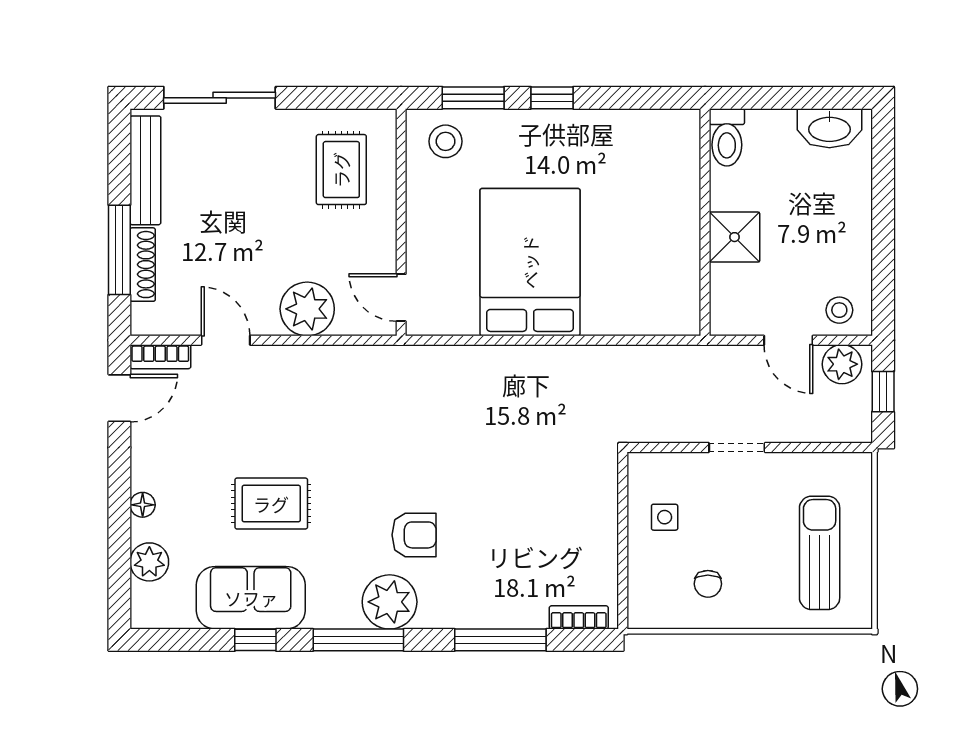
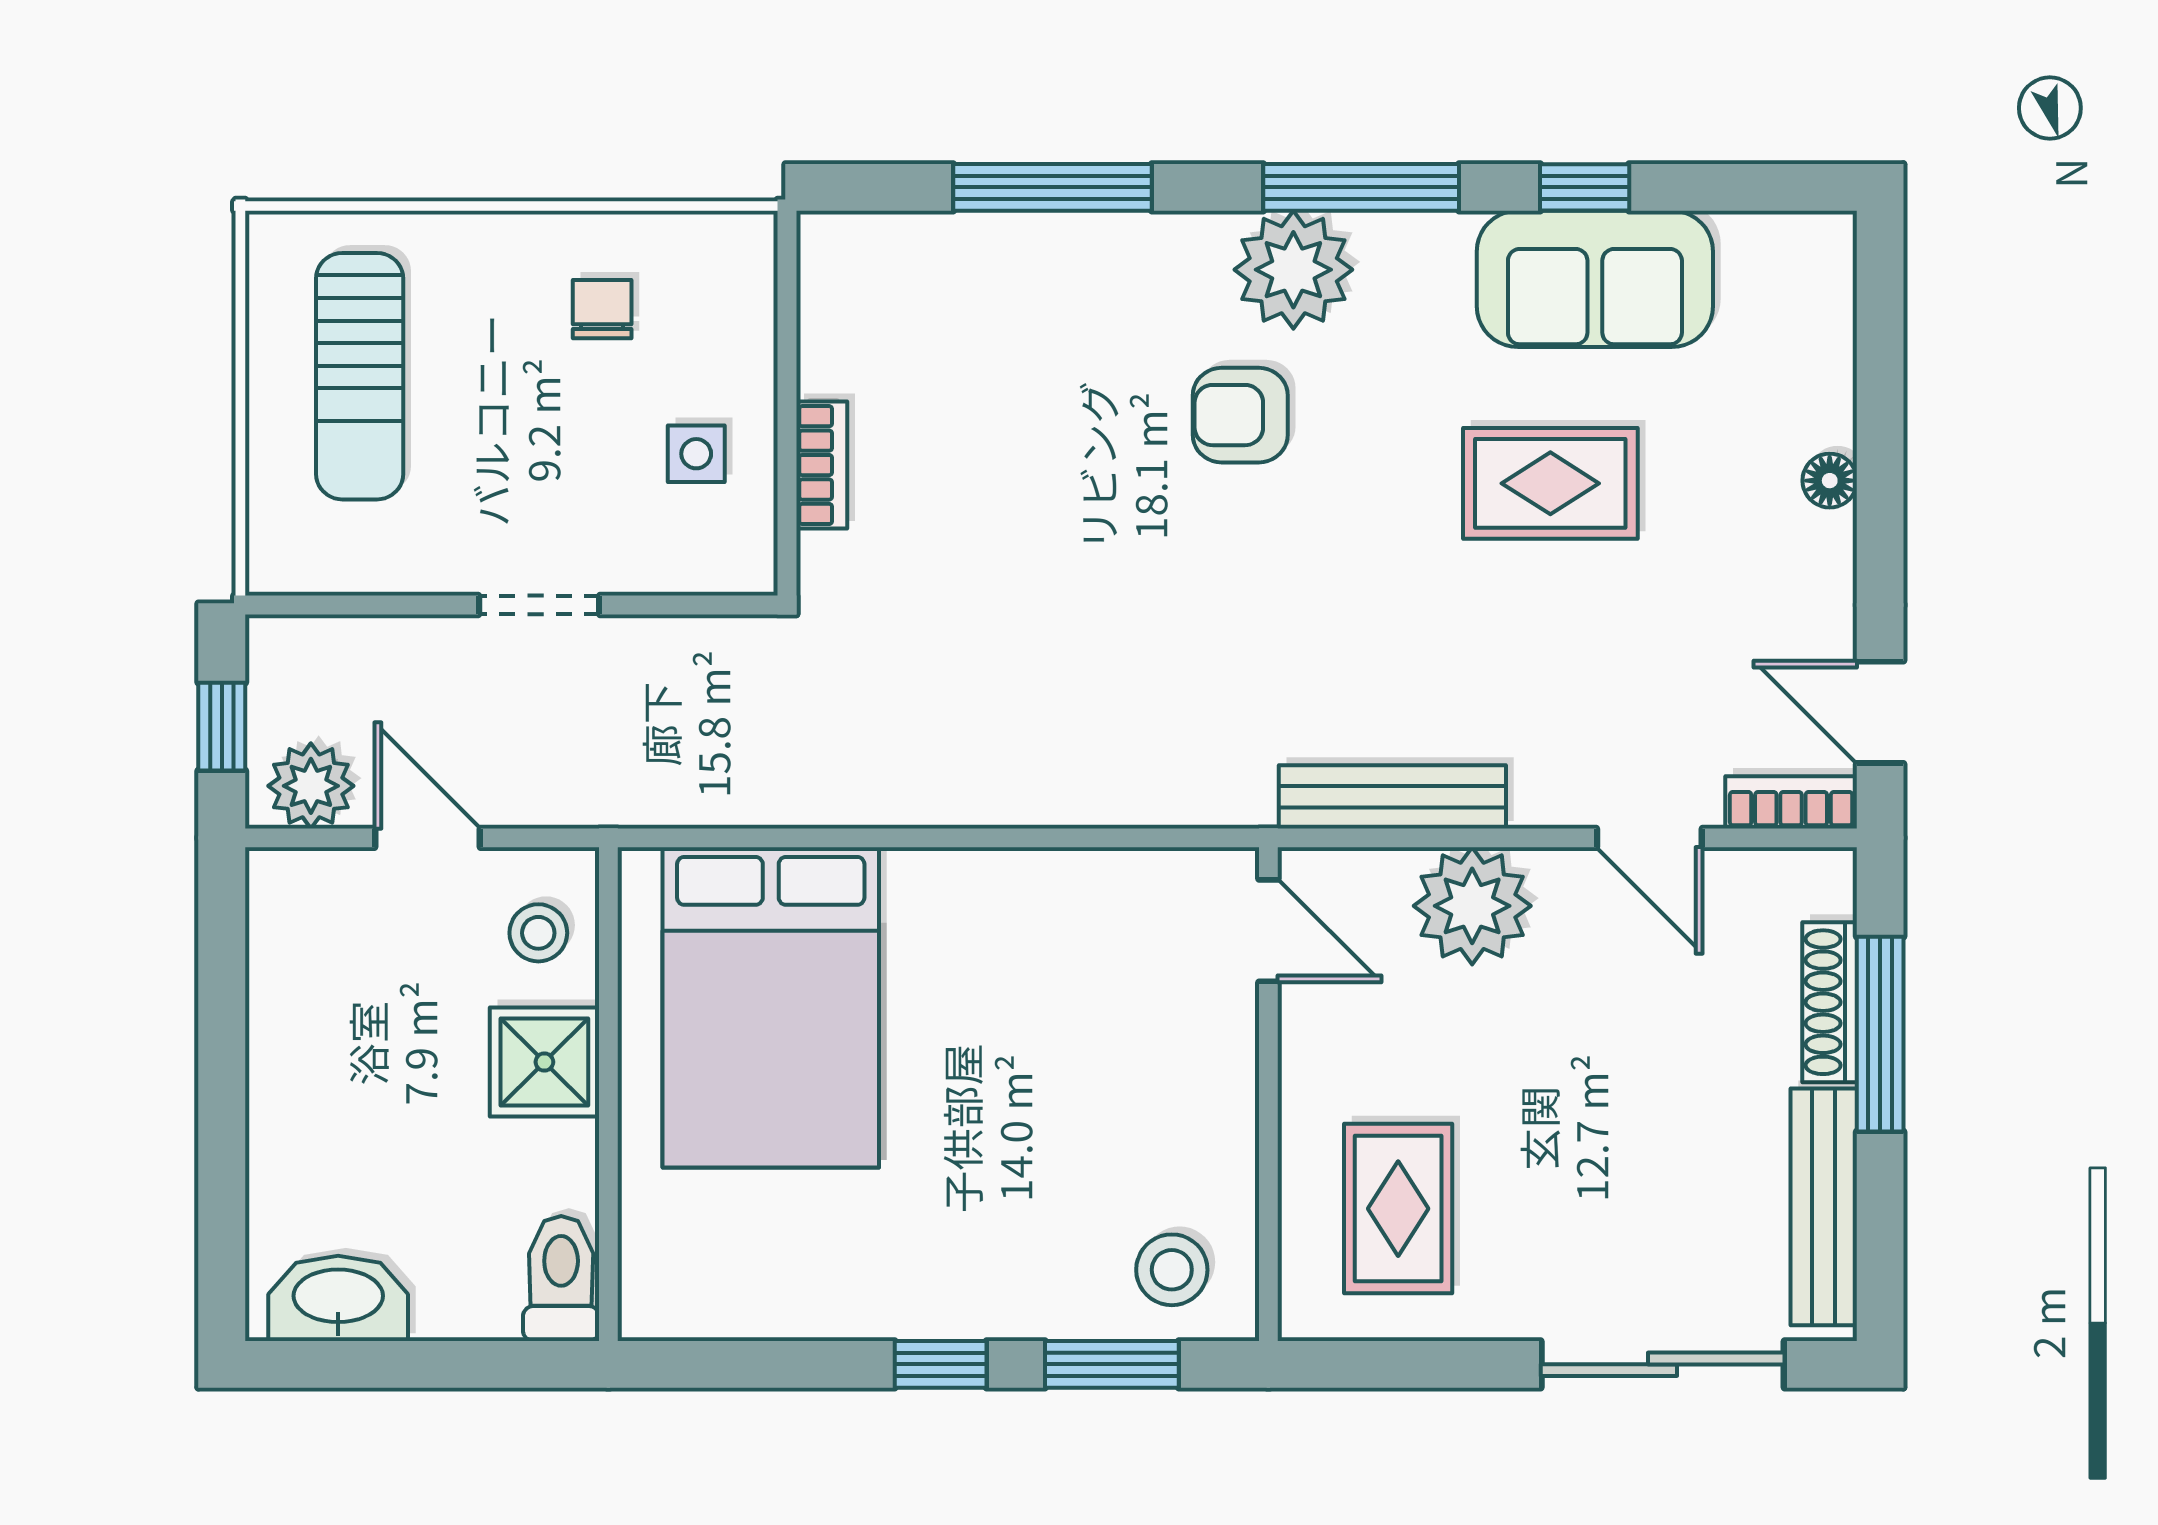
bed: (530, 262) -> (771, 1007), moved
stool: (839, 310) -> (538, 933), moved
bench: (344, 359) -> (1392, 797), added
door: (119, 398) -> (1880, 712), hinge flipped
plant: (149, 562) -> (1815, 356), removed
bookcase: (579, 617) -> (822, 465), moved, turned -90

